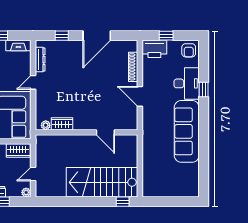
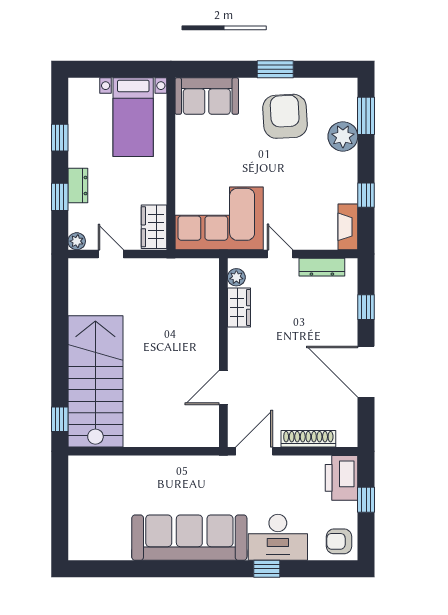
wardrobe: (62, 124) -> (239, 307), moved
plant: (46, 125) -> (236, 277), moved
wall: (86, 132) -> (223, 353), moved
door: (105, 132) -> (223, 388), moved

